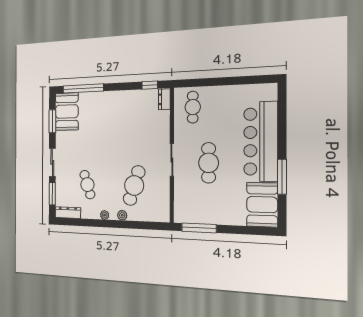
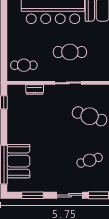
dresser: (164, 99) -> (35, 89), moved
booth: (67, 112) -> (18, 161), moved, turned 90

